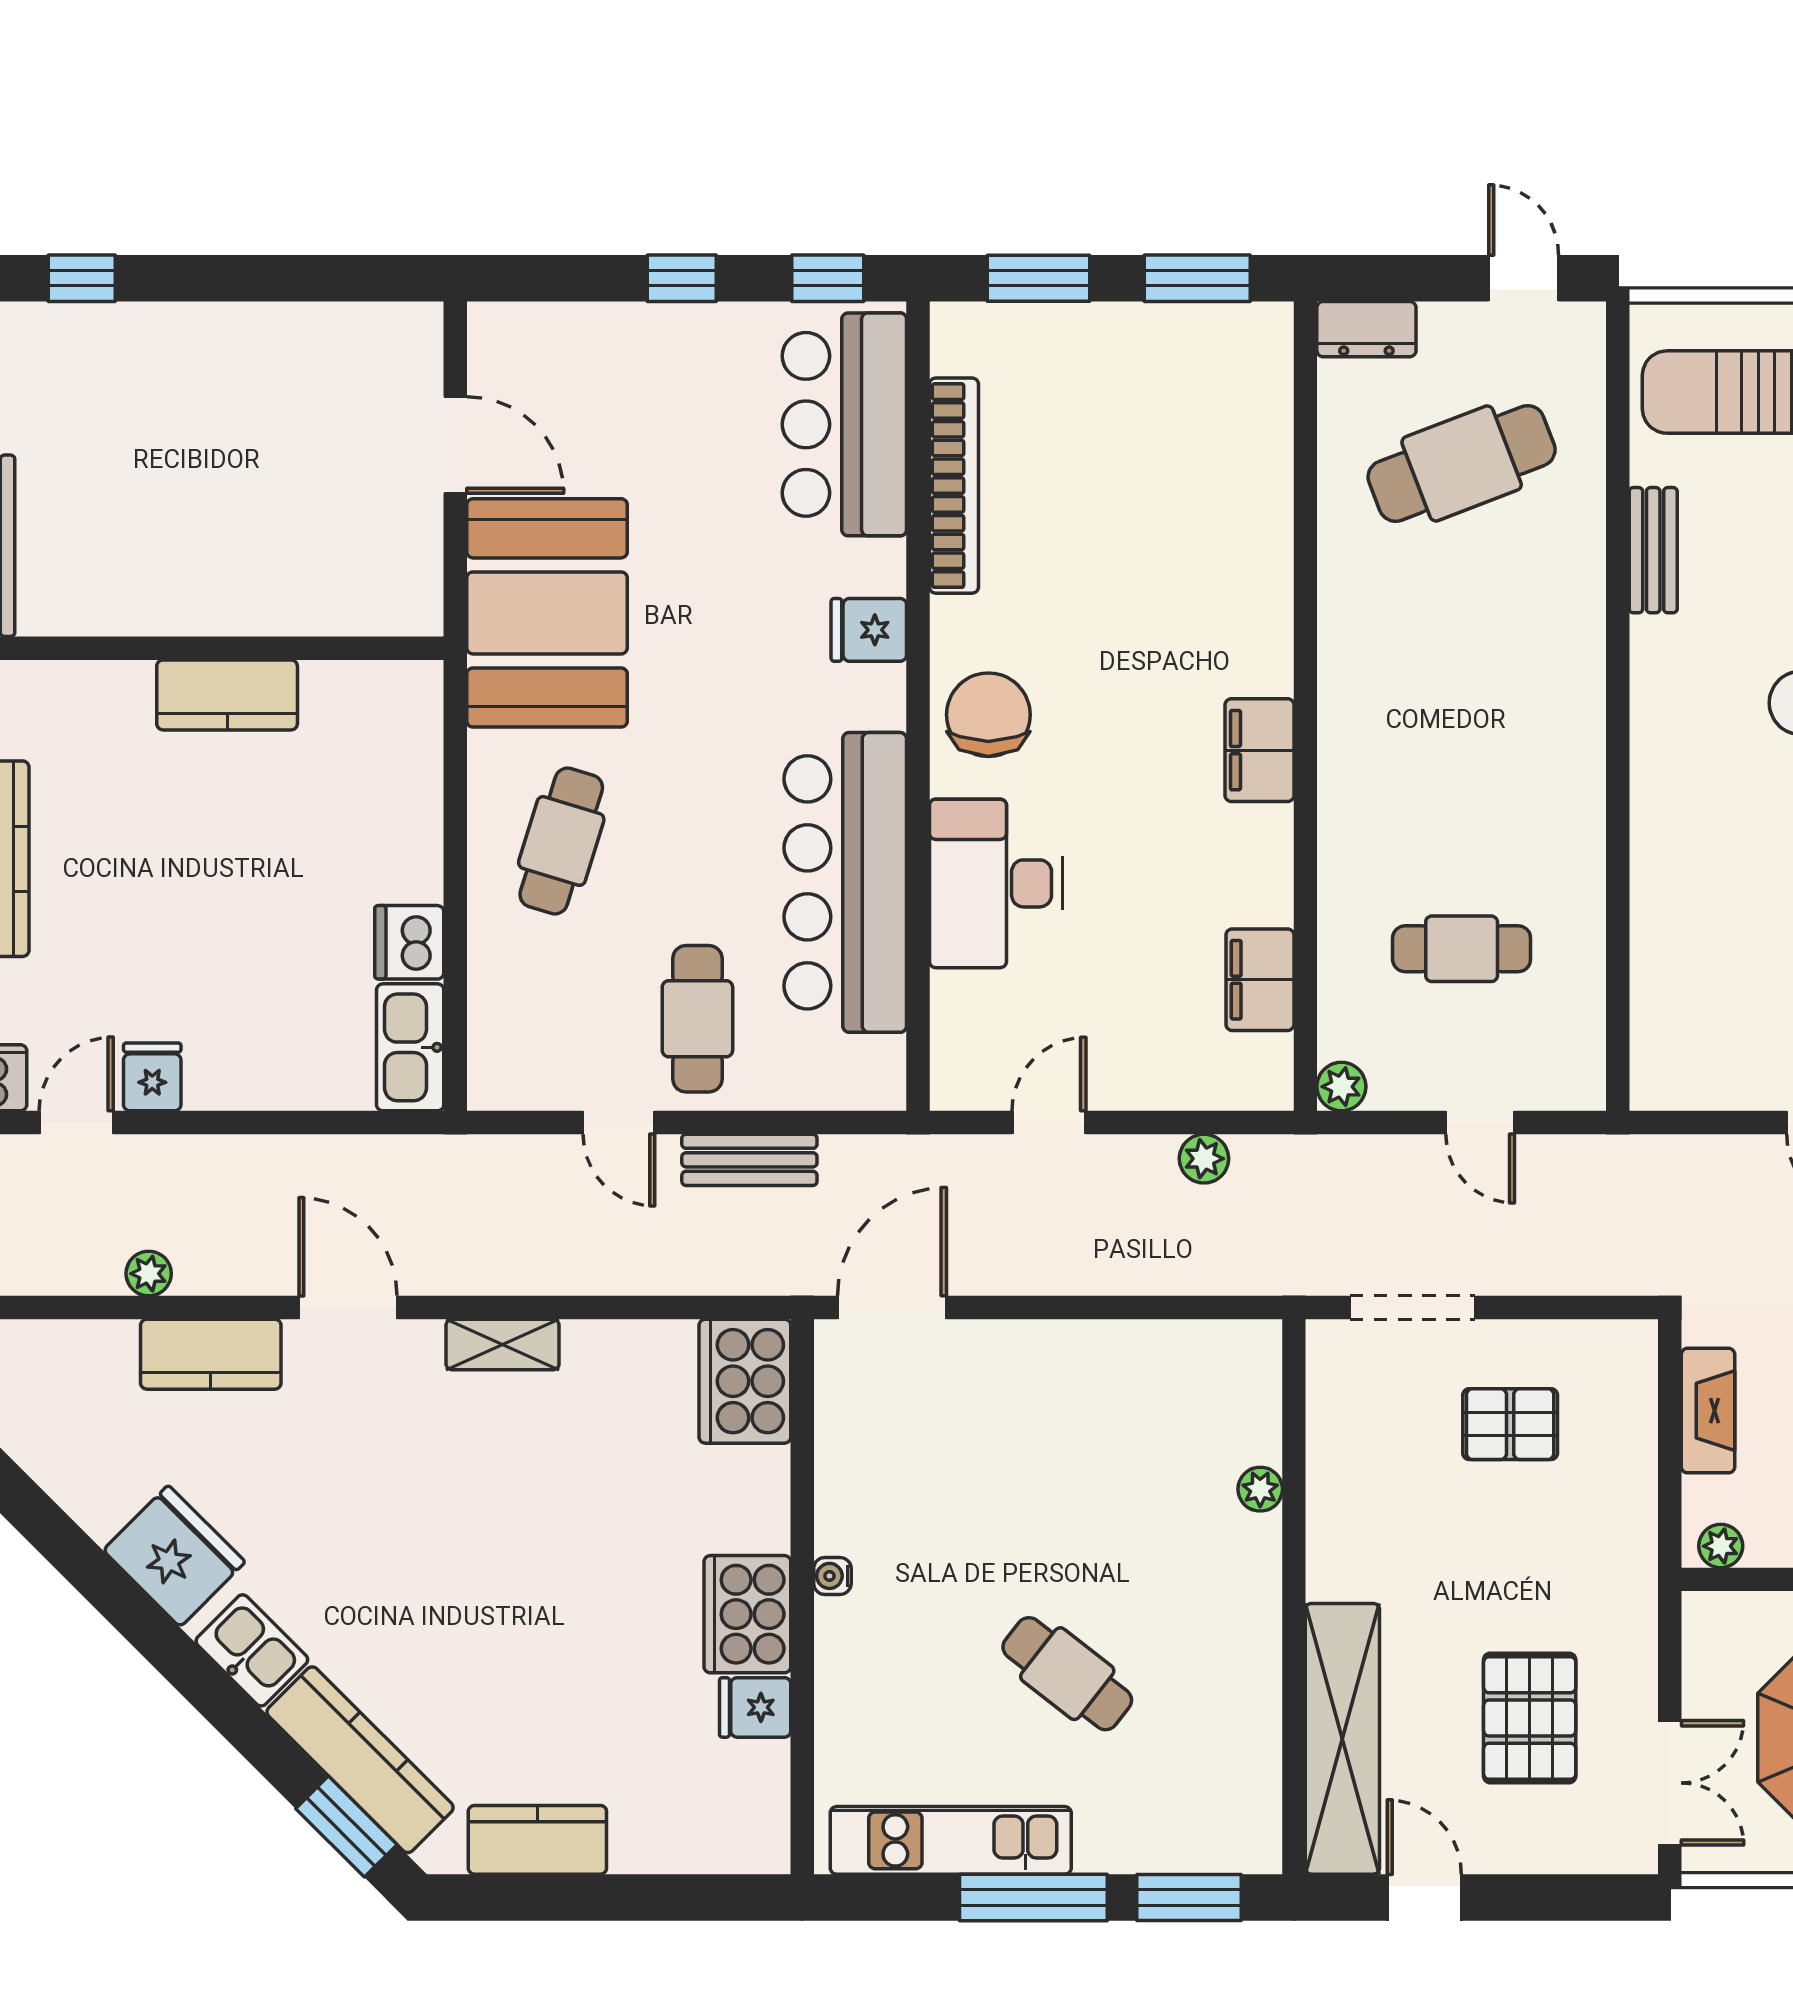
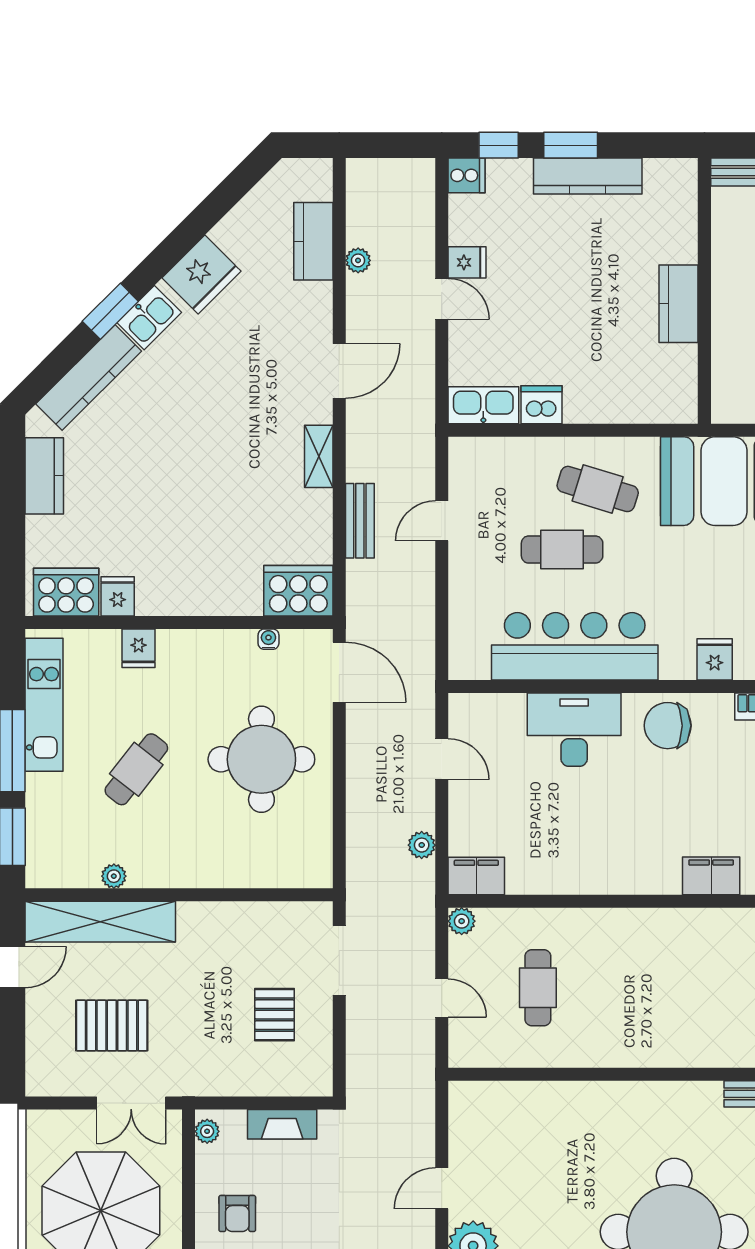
chair: (988, 715) -> (668, 726), turned 180
filing cabinet: (1260, 750) -> (711, 876), moved
filing cabinet: (1260, 980) -> (476, 876), moved
cafe table: (697, 1019) -> (562, 550), moved
door: (76, 1122) -> (442, 299), moved
door: (1480, 1122) -> (442, 998), swing flipped
bench: (749, 1160) -> (360, 521), moved
kitchen counter: (211, 1354) -> (313, 241), moved
round table: (1049, 1448) -> (261, 759), added
plant: (1260, 1489) -> (114, 876), moved
water cooler: (832, 1576) -> (268, 639), moved
cooker: (747, 1614) -> (66, 592), moved
fridge: (849, 1670) -> (139, 648), added
double door: (1670, 1783) -> (131, 1103), moved
window: (346, 1827) -> (110, 311), moved

